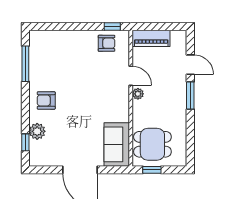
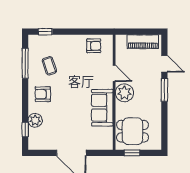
window: (112, 27) -> (45, 32), moved
piano: (151, 38) -> (143, 42), moved
coffee table: (54, 67) -> (49, 66), added
plant: (138, 94) -> (124, 93), width x1.87, depth x1.87
sofa: (117, 144) -> (102, 108), moved

